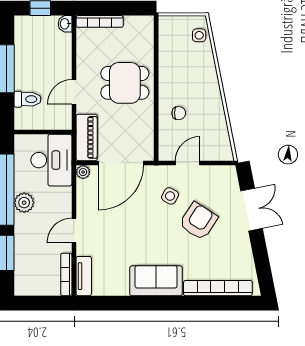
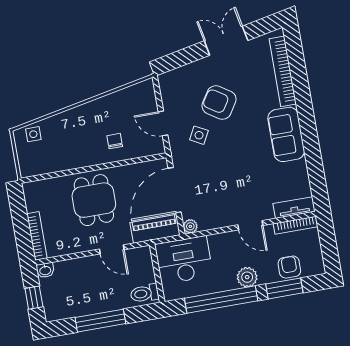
toilet: (27, 99) -> (145, 293), moved, turned -90
door: (121, 163) -> (175, 190), swing flipped
plant: (24, 203) -> (247, 277), moved
double door: (252, 210) -> (226, 41), moved
armchair: (27, 261) -> (289, 267), added

